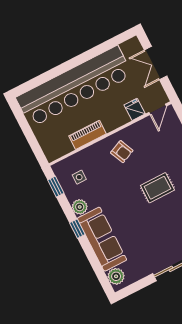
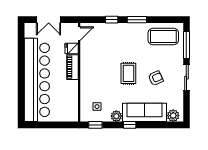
door: (158, 109) -> (79, 34), hinge flipped
piano: (88, 135) -> (72, 67), moved
armchair: (122, 152) -> (156, 78), moved
rug: (157, 188) -> (128, 73), moved

